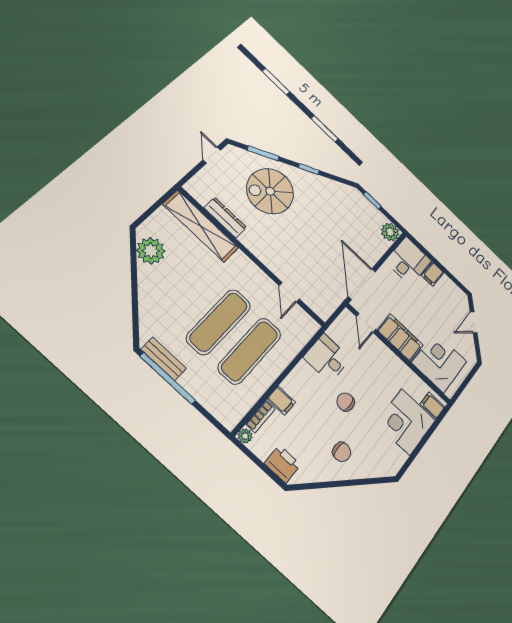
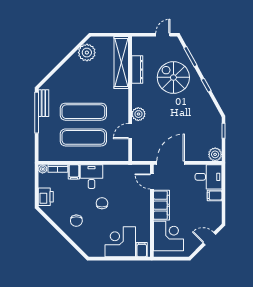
plant: (278, 265) -> (138, 114), added
door: (366, 323) -> (152, 181), hinge flipped
desk: (327, 358) -> (92, 177), moved

